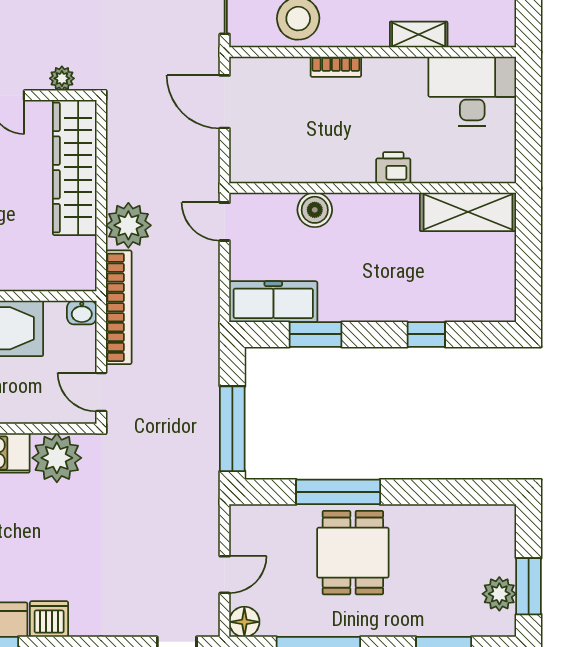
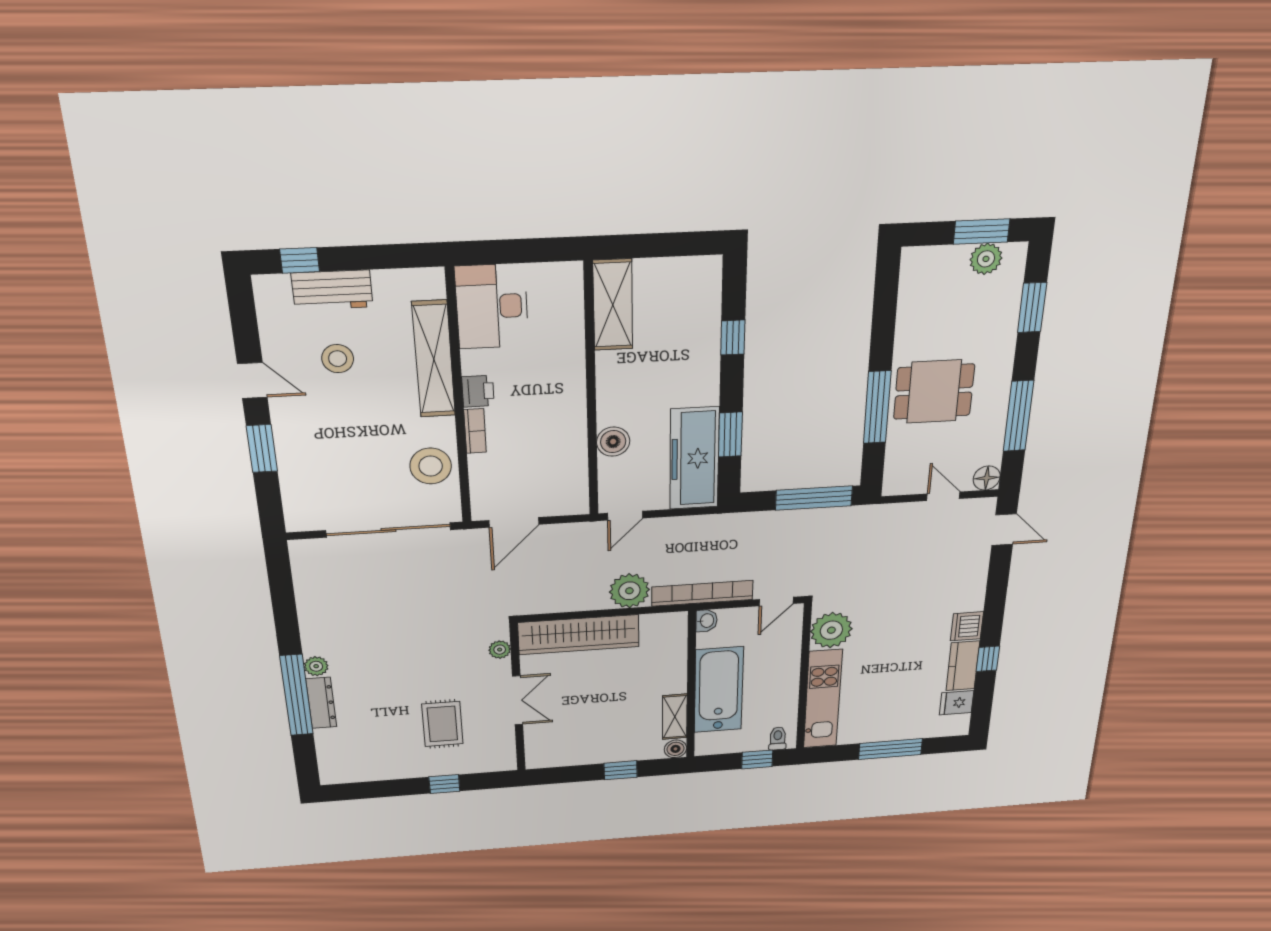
shelving: (419, 35) -> (434, 359), width x2.20, depth x1.33
printer: (393, 168) -> (478, 391), moved, turned 180
freezer: (273, 302) -> (694, 458), width x1.36, depth x1.26

